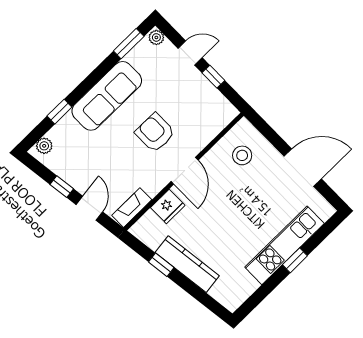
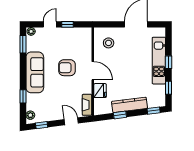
window: (62, 187) -> (42, 125), moved
window: (261, 294) -> (169, 88), added
window: (211, 304) -> (154, 111), added

